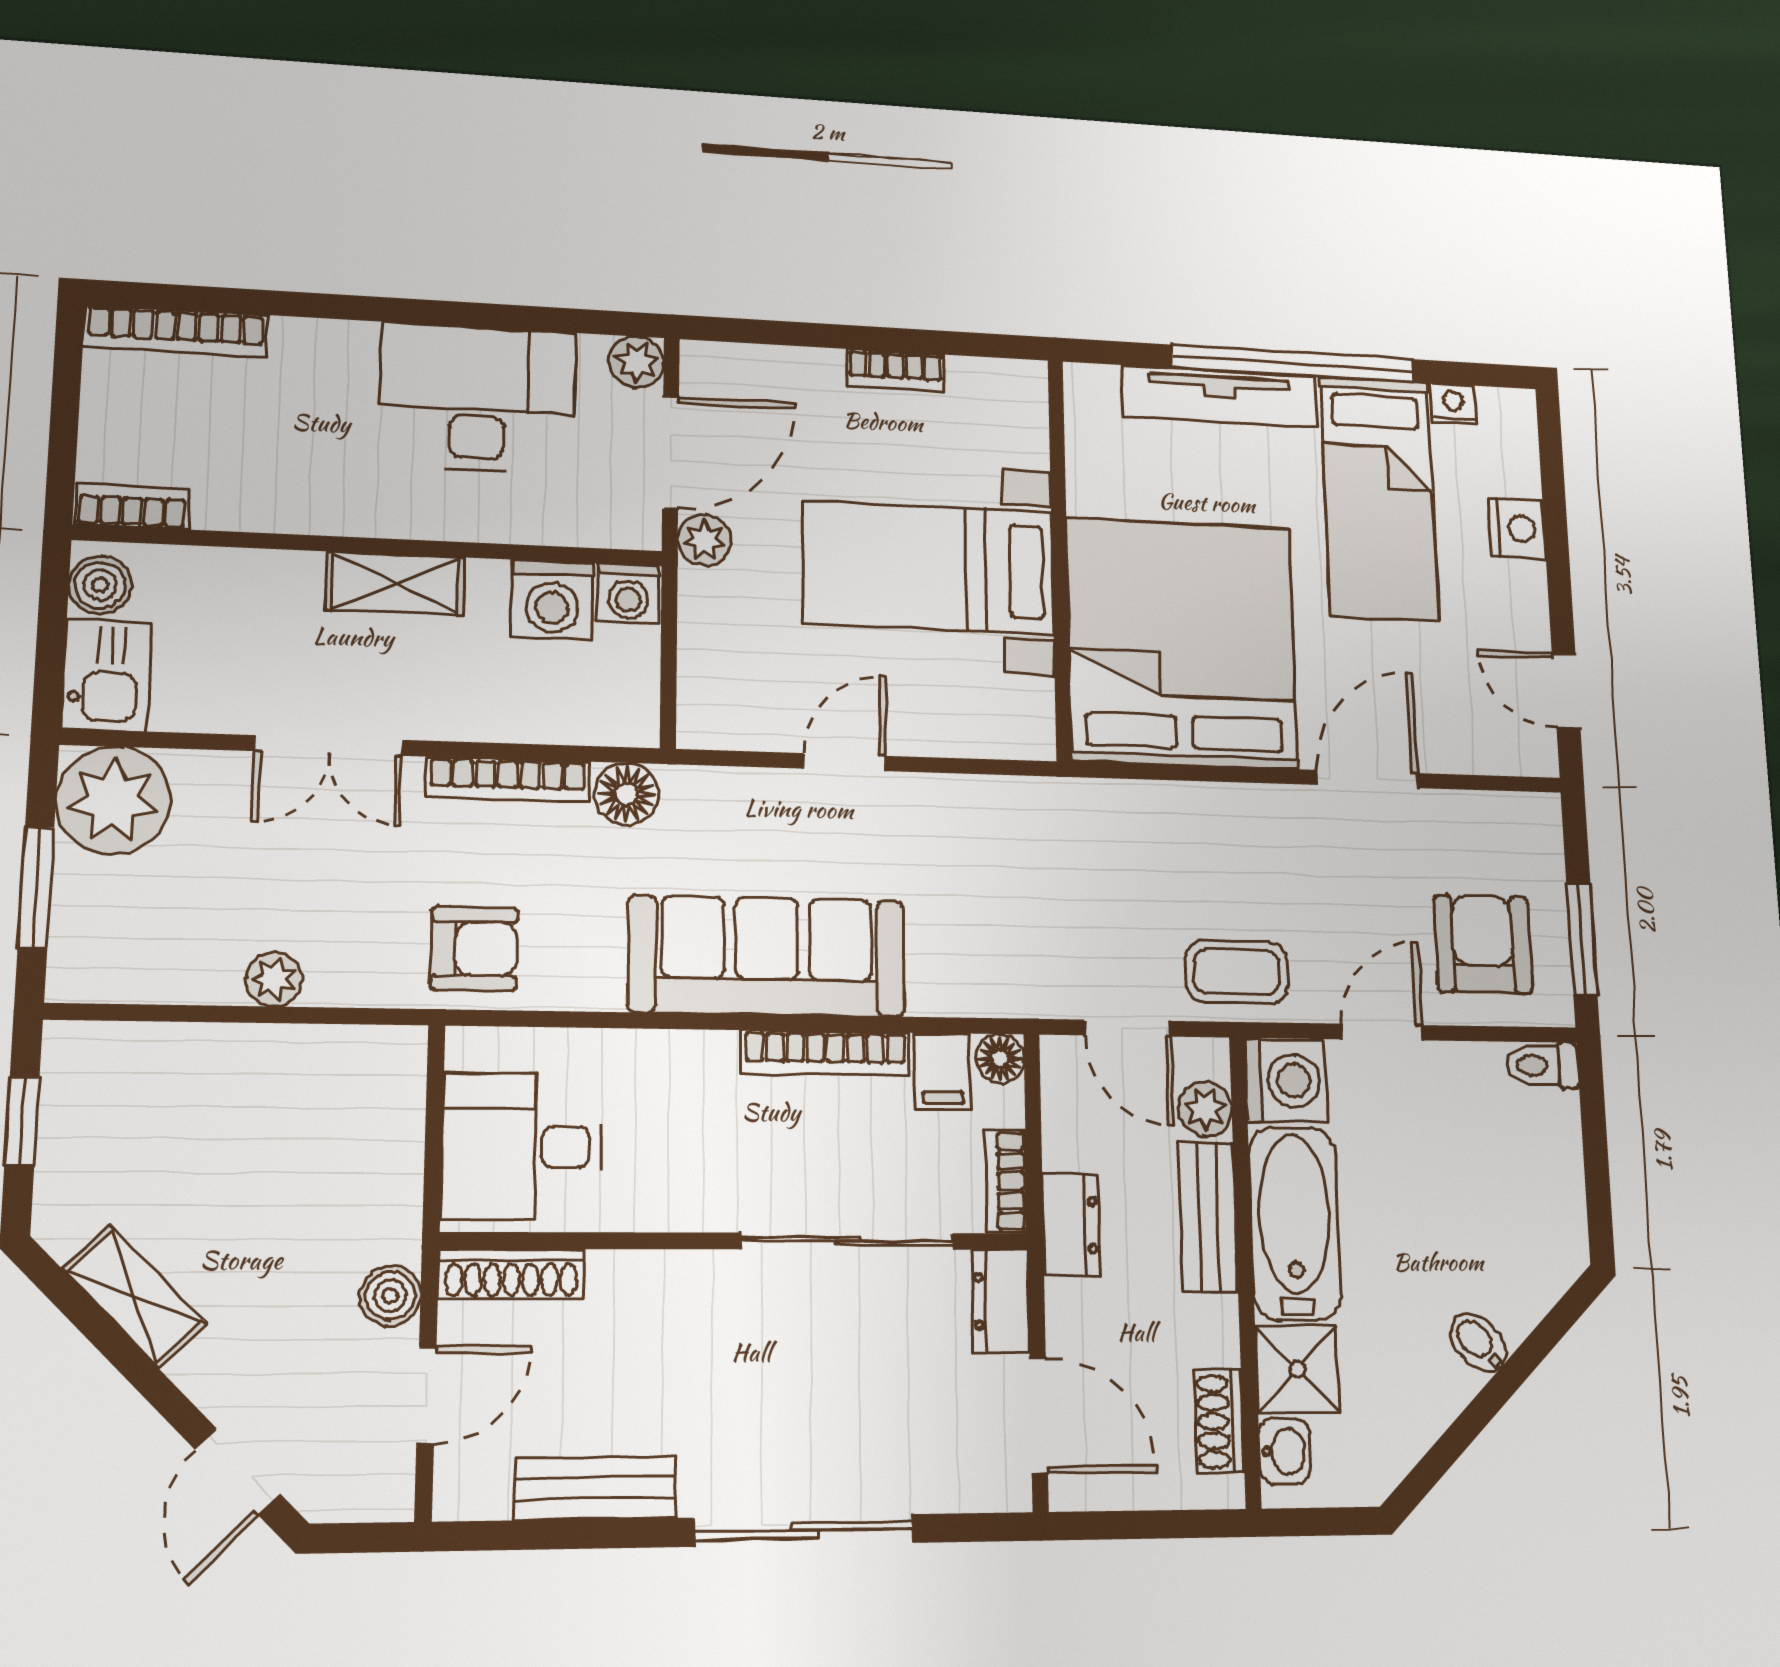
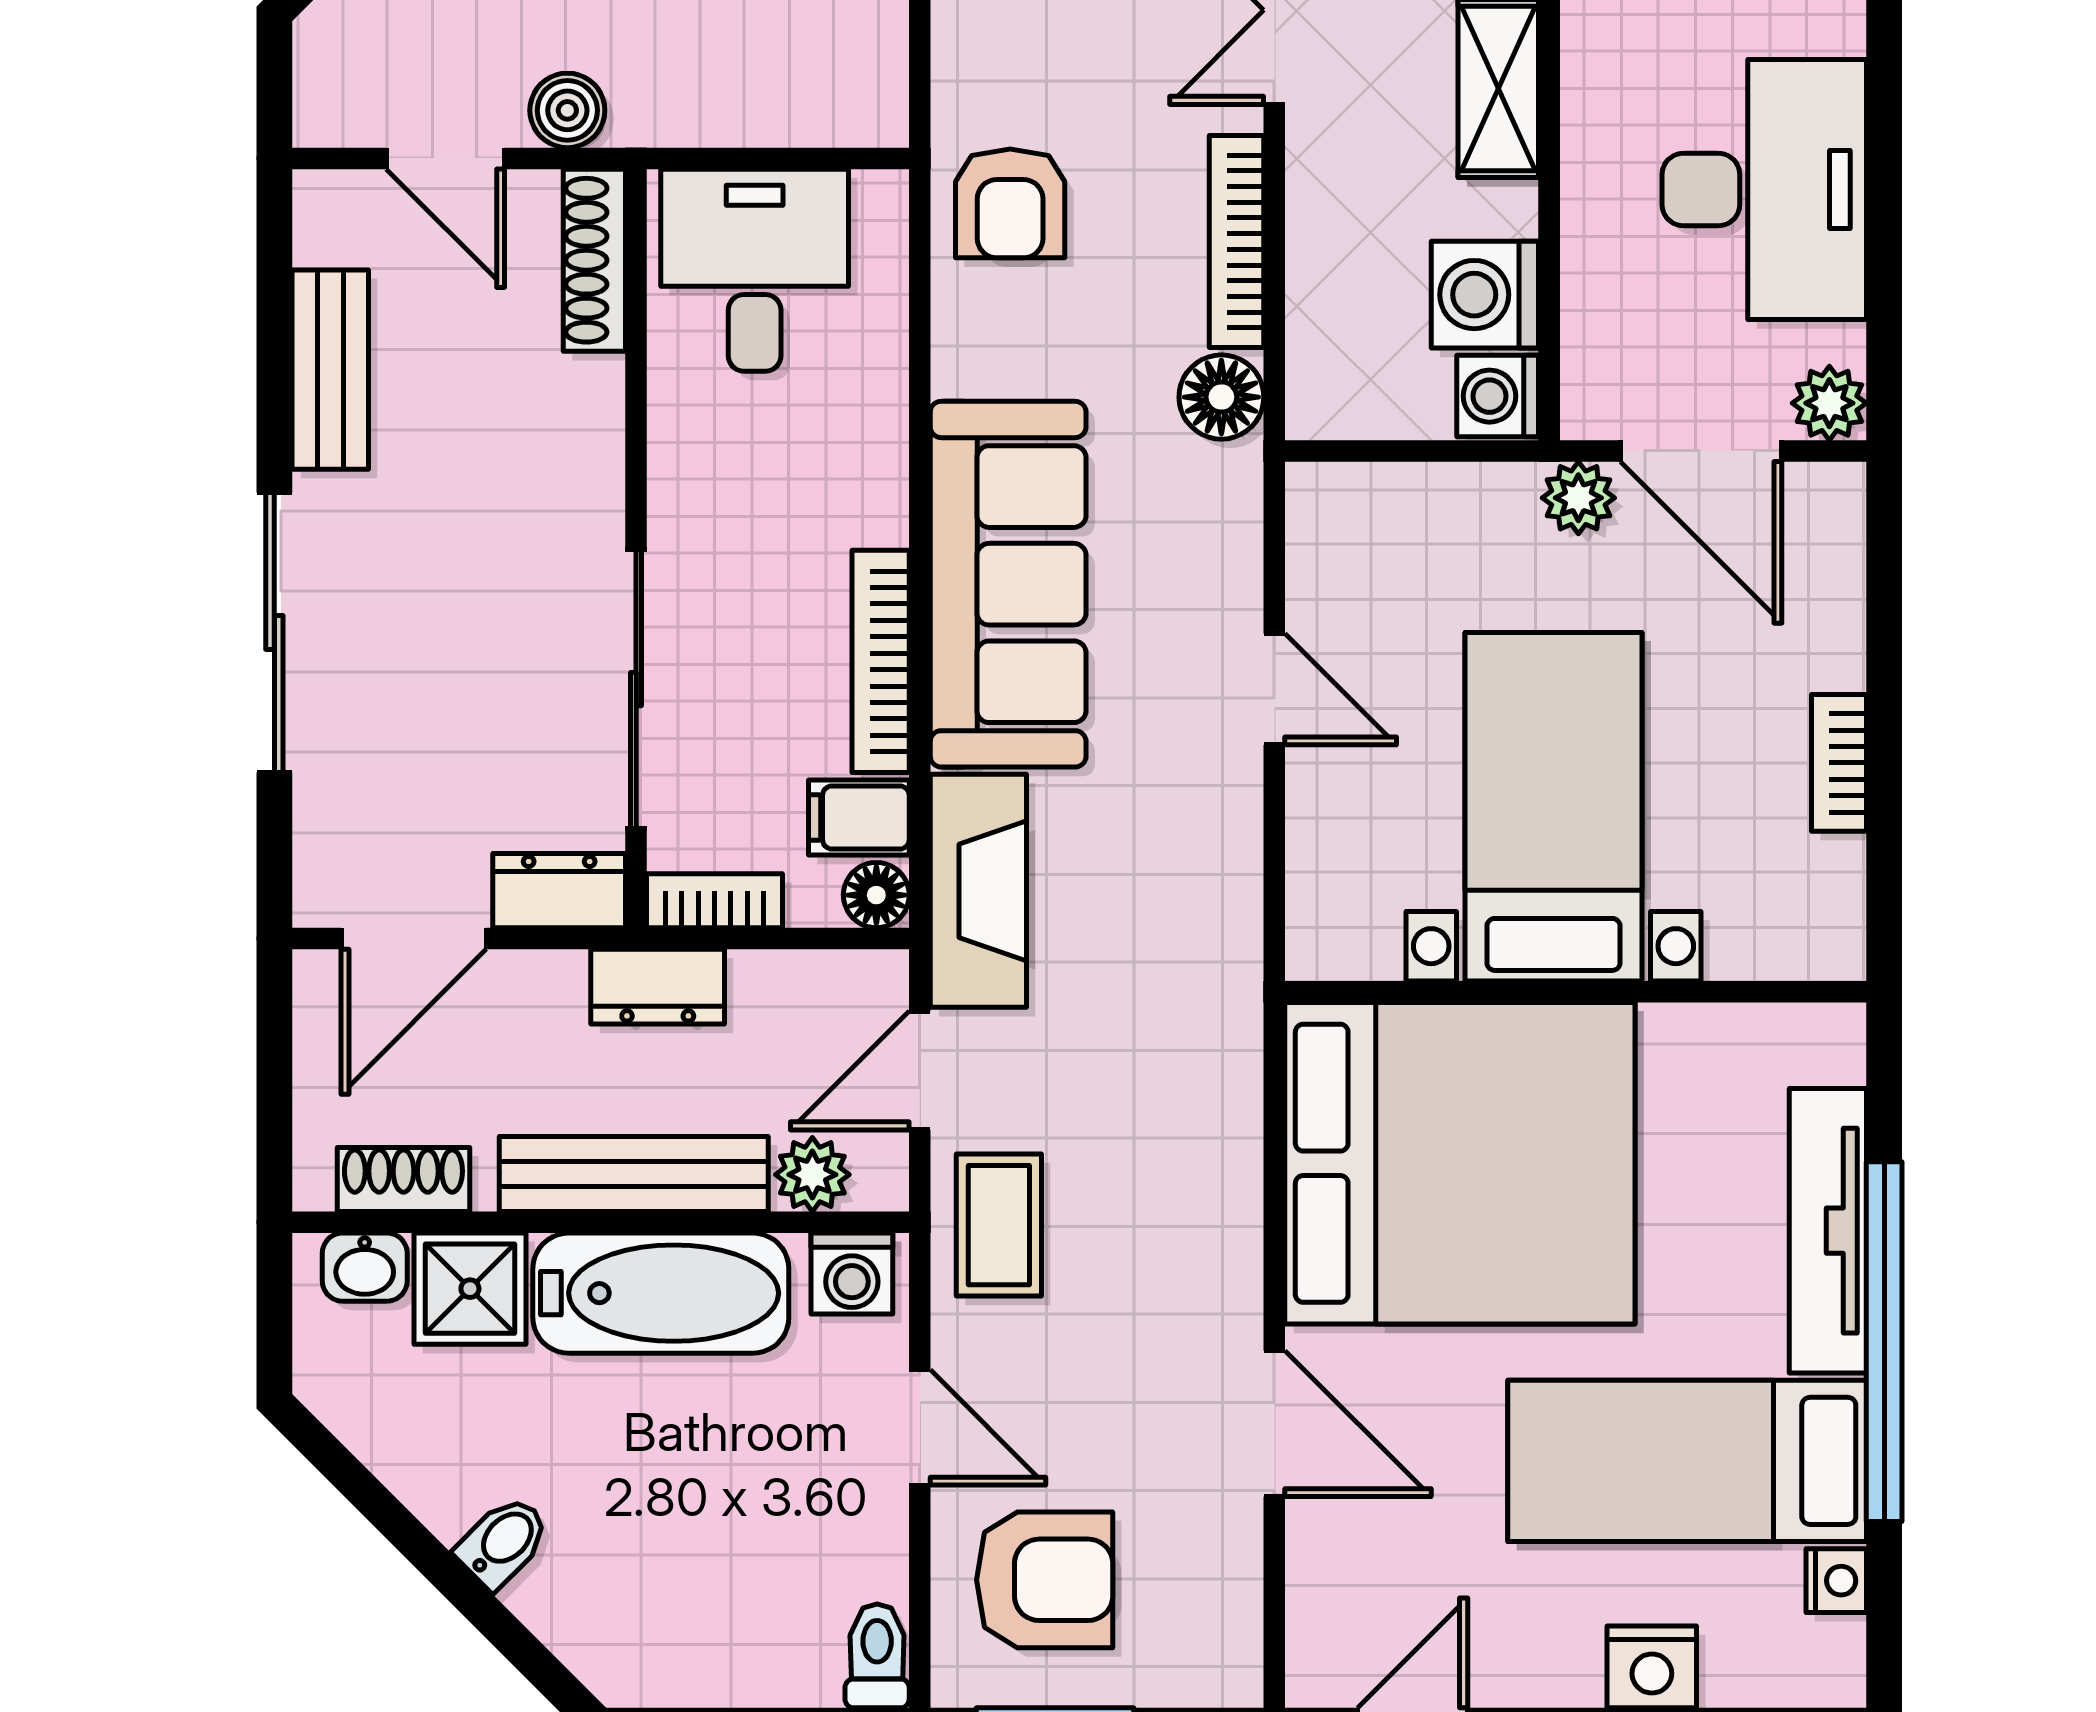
fireplace: (996, 983) -> (978, 891), added
washing machine: (1286, 1081) -> (852, 1273), width x0.73, depth x0.73
bench: (1208, 1216) -> (634, 1174), width x1.36

